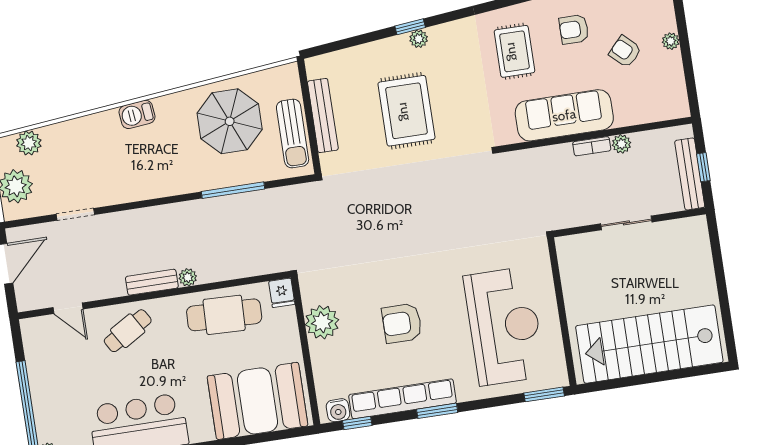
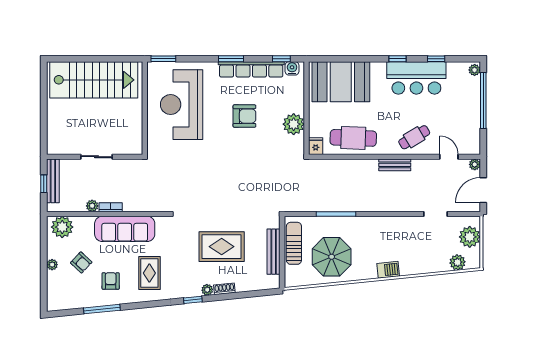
window: (410, 27) -> (193, 300), moved
armchair: (574, 29) -> (111, 281), turned -90
shoe rack: (392, 45) -> (224, 289), added
plant: (664, 103) -> (62, 227), added
rug: (406, 111) -> (222, 247), turned 90
plant: (188, 277) -> (475, 164), moved

